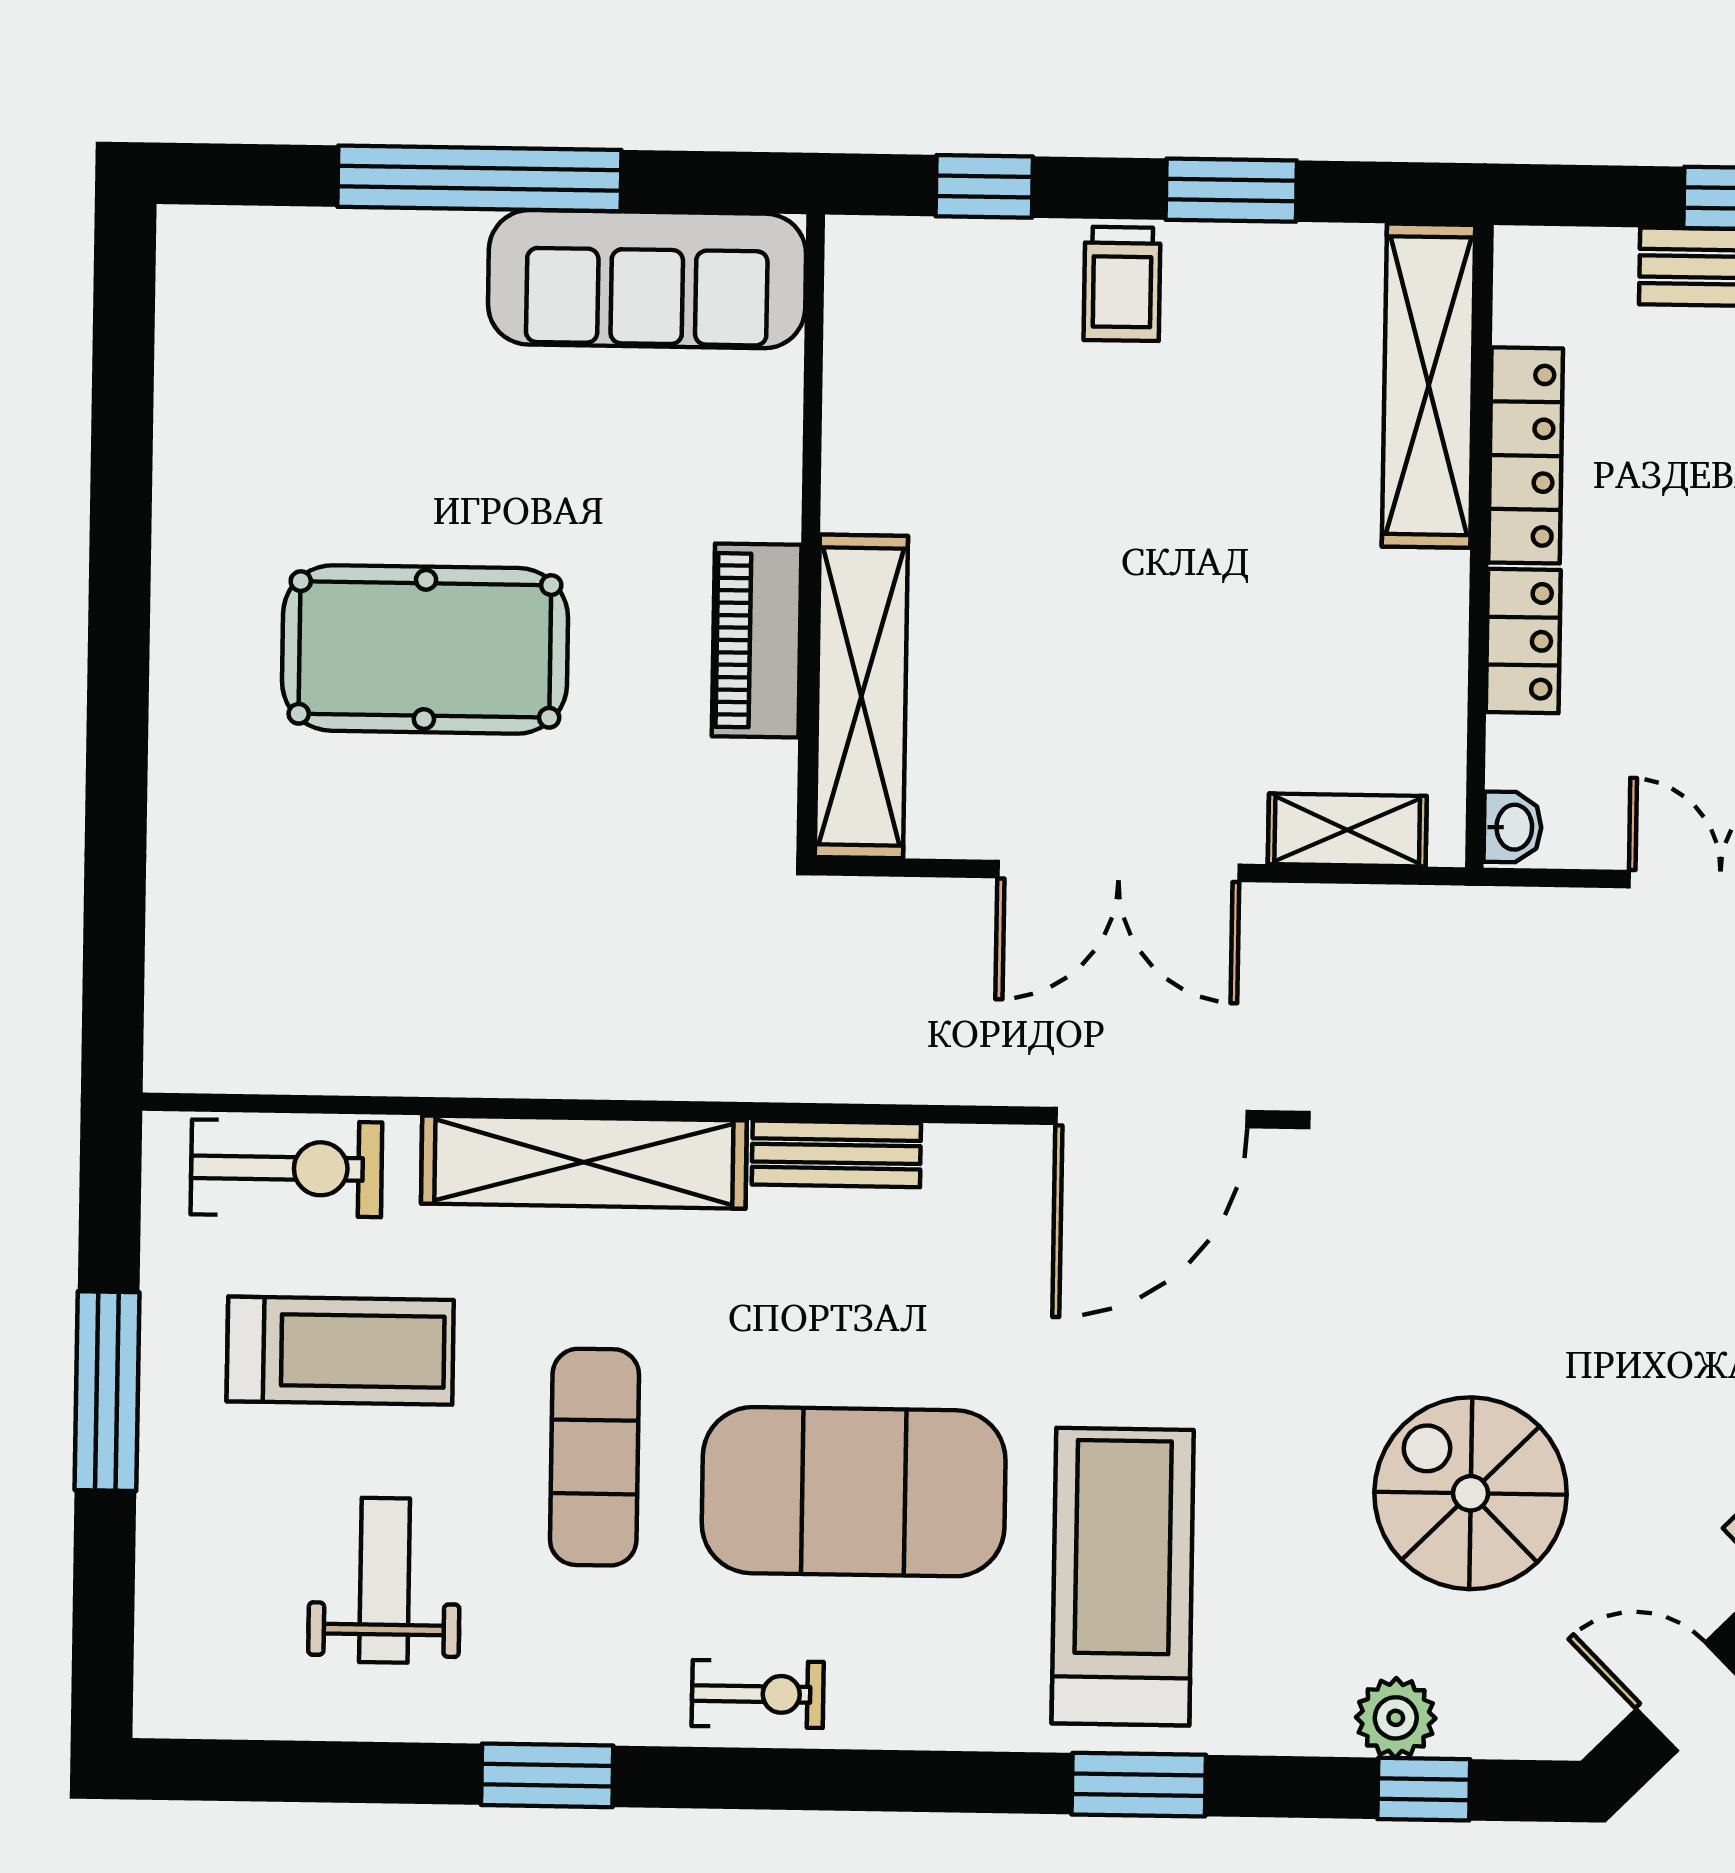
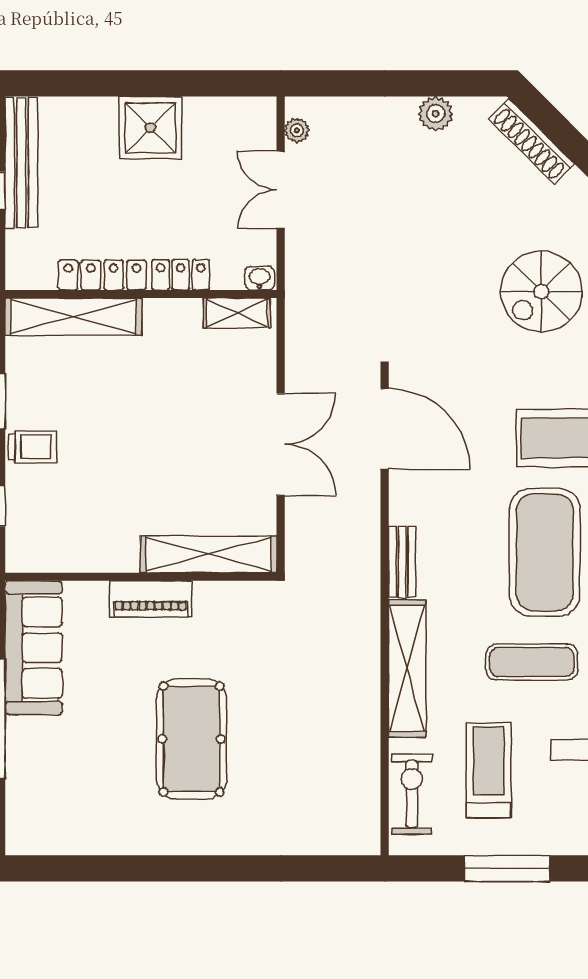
piano: (757, 640) -> (151, 599), moved
shelving: (1347, 830) -> (237, 313), moved, turned 90

